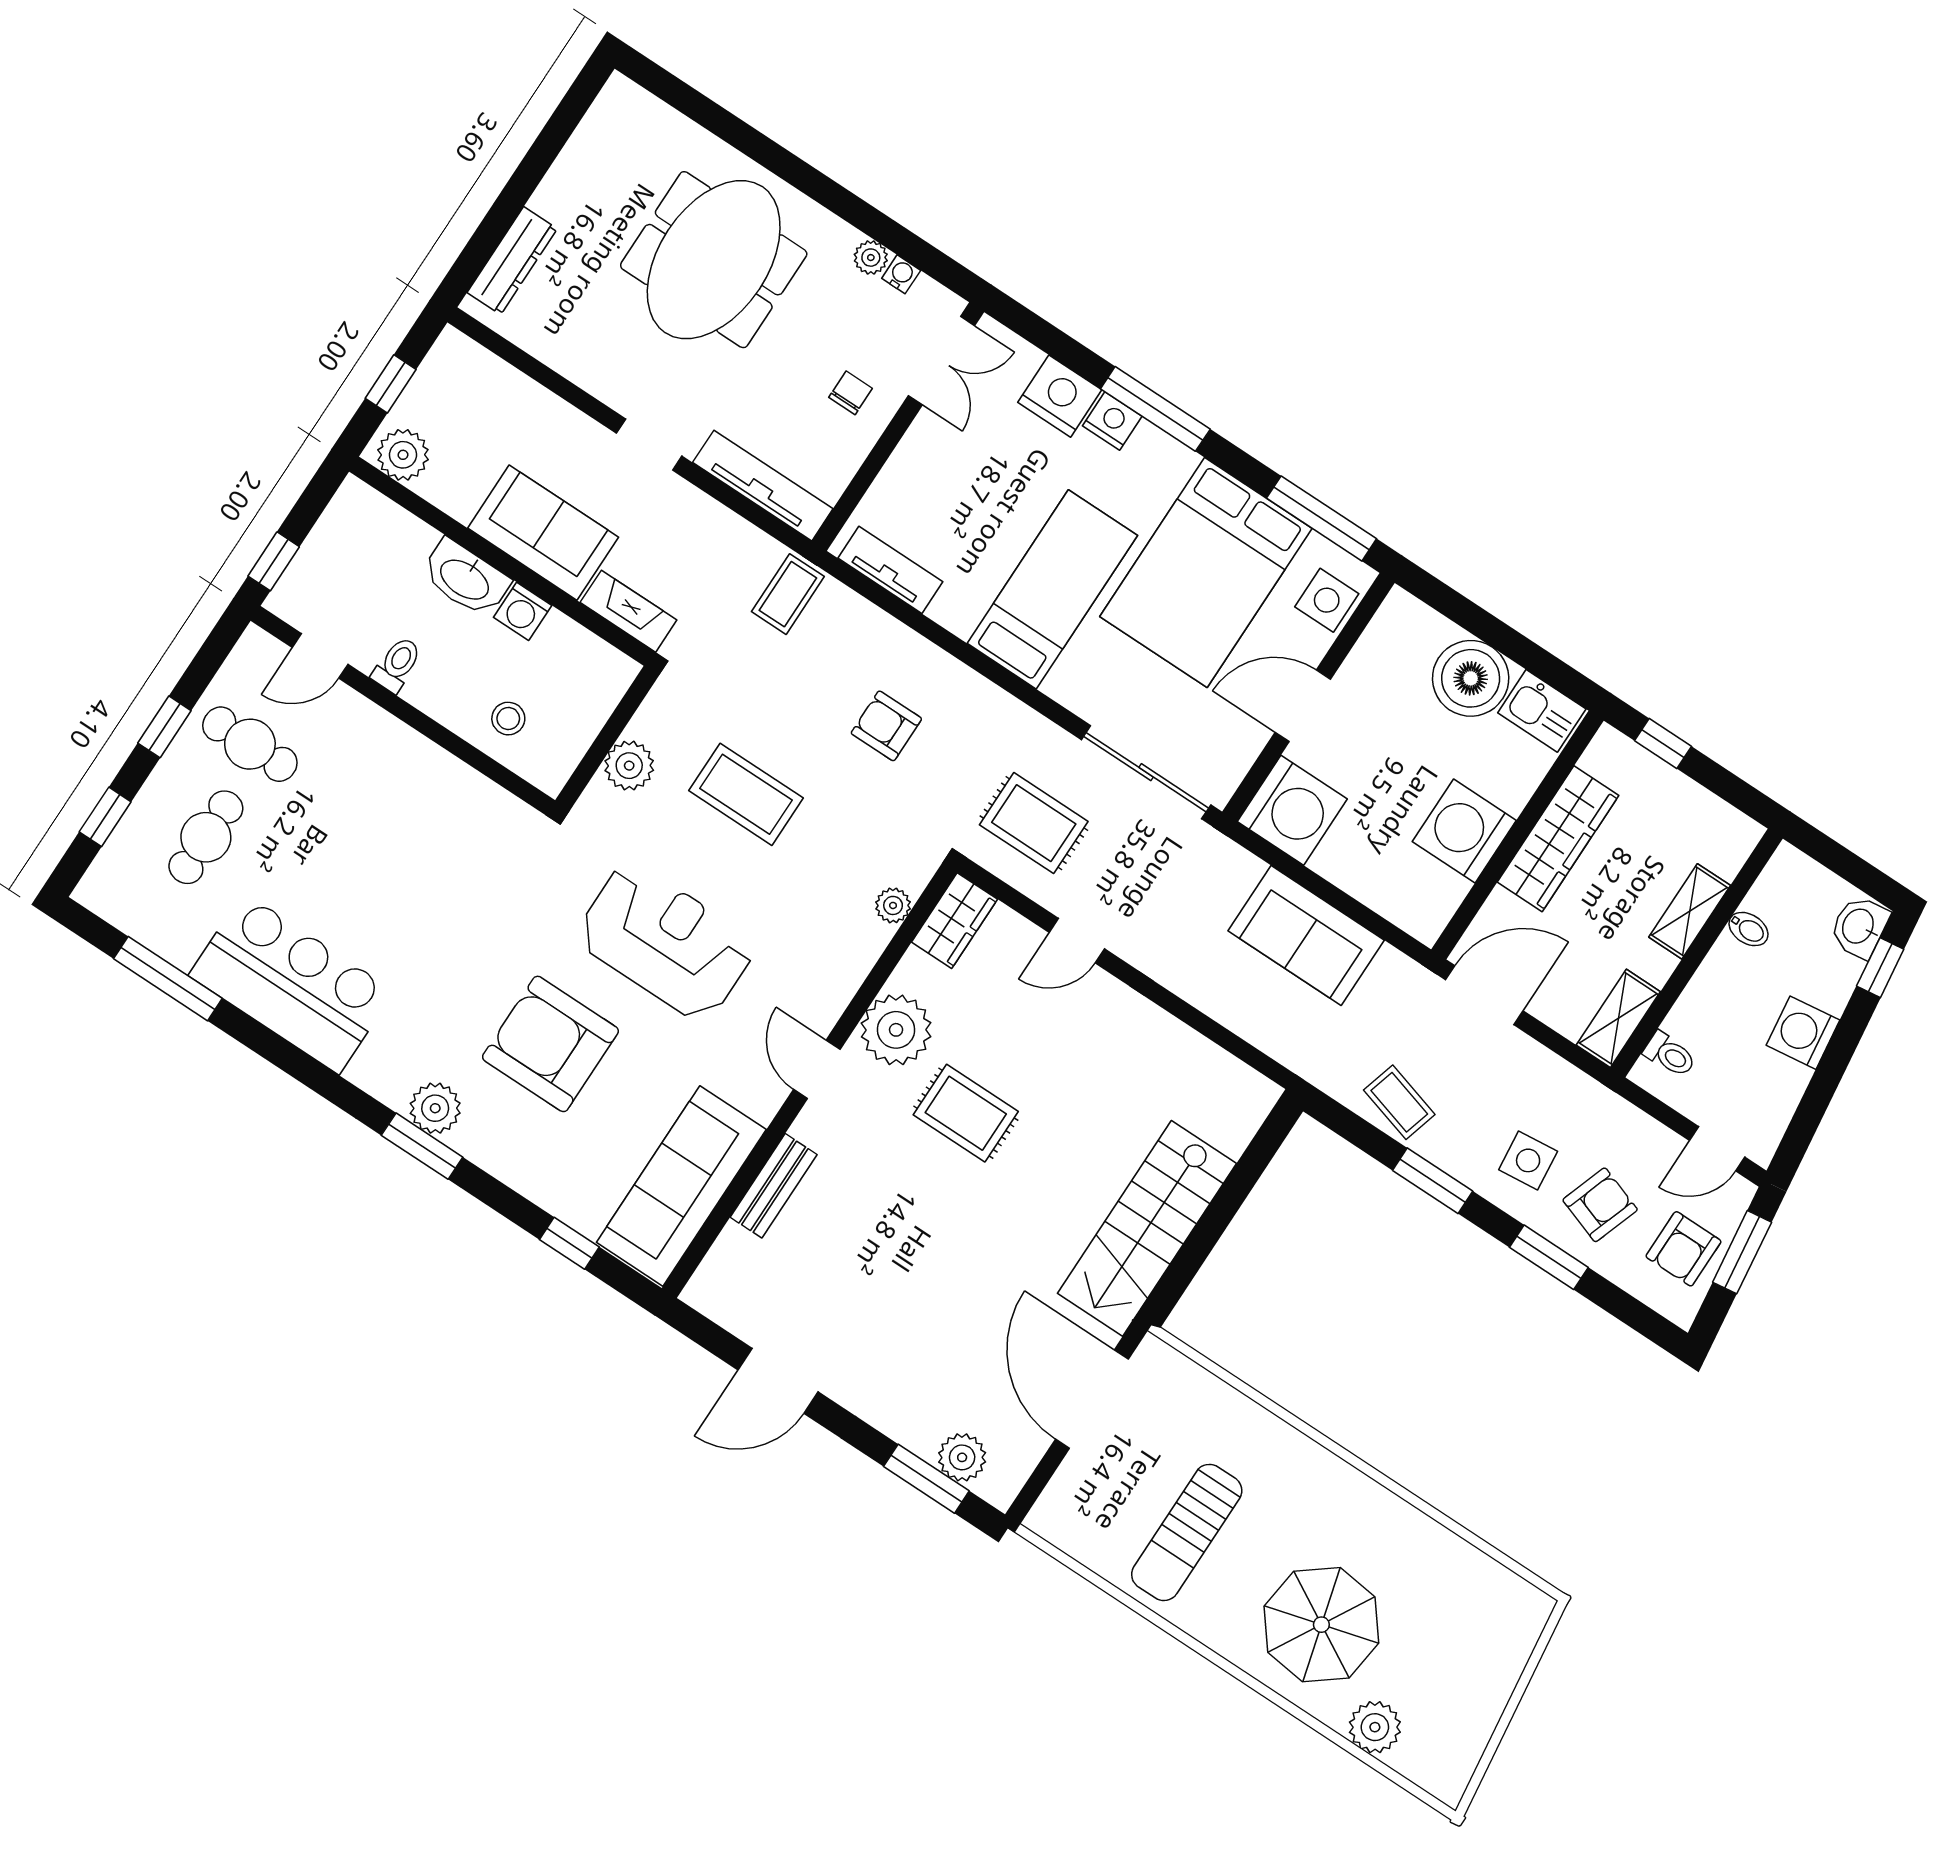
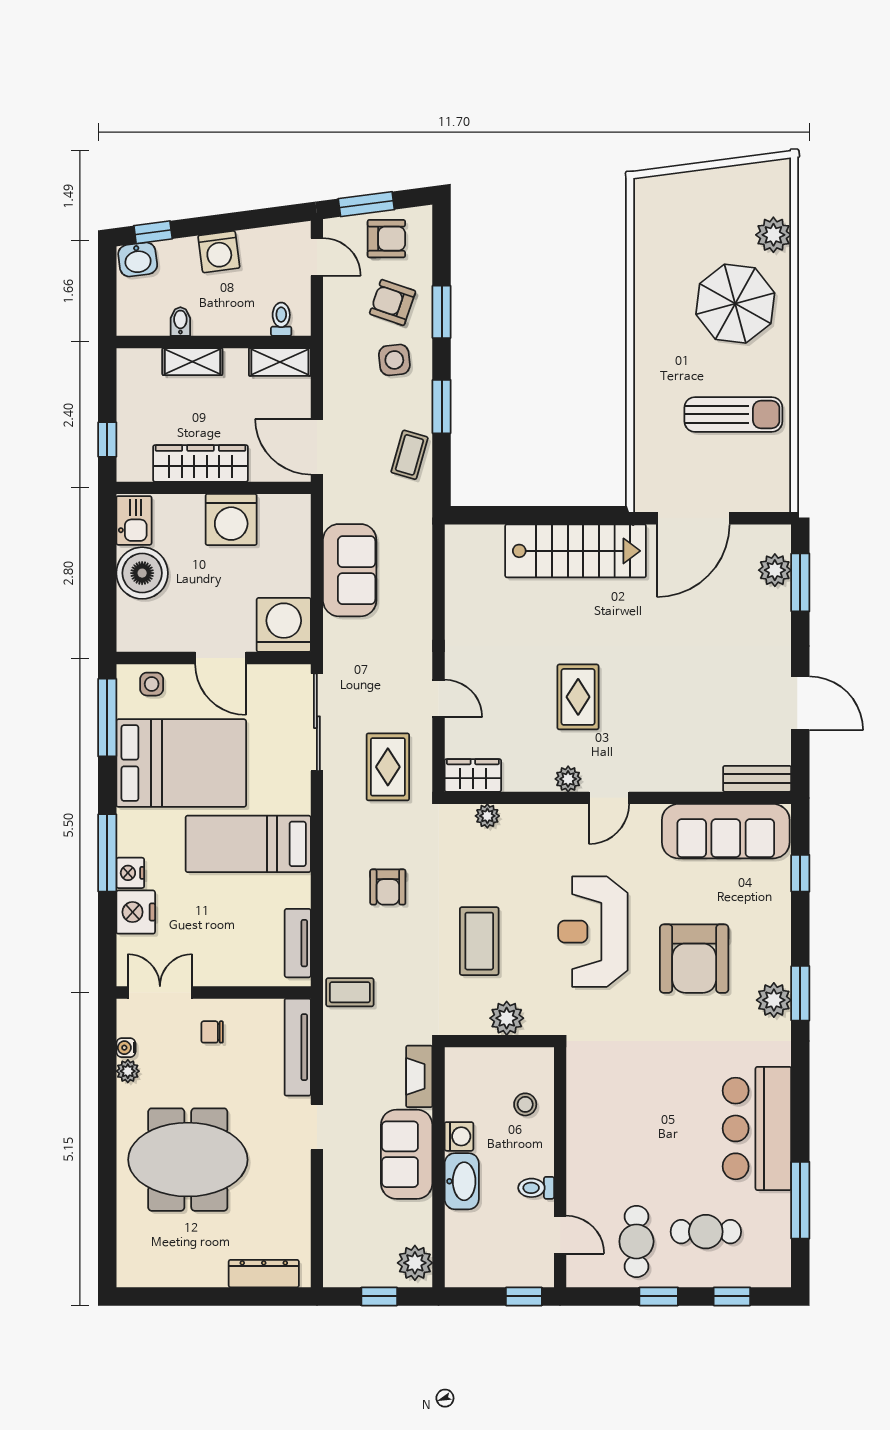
side table: (1327, 600) -> (152, 684), width x0.73, depth x0.73
plant: (896, 1030) -> (568, 779), width x0.53, depth x0.53
bench: (774, 1186) -> (757, 779), moved

